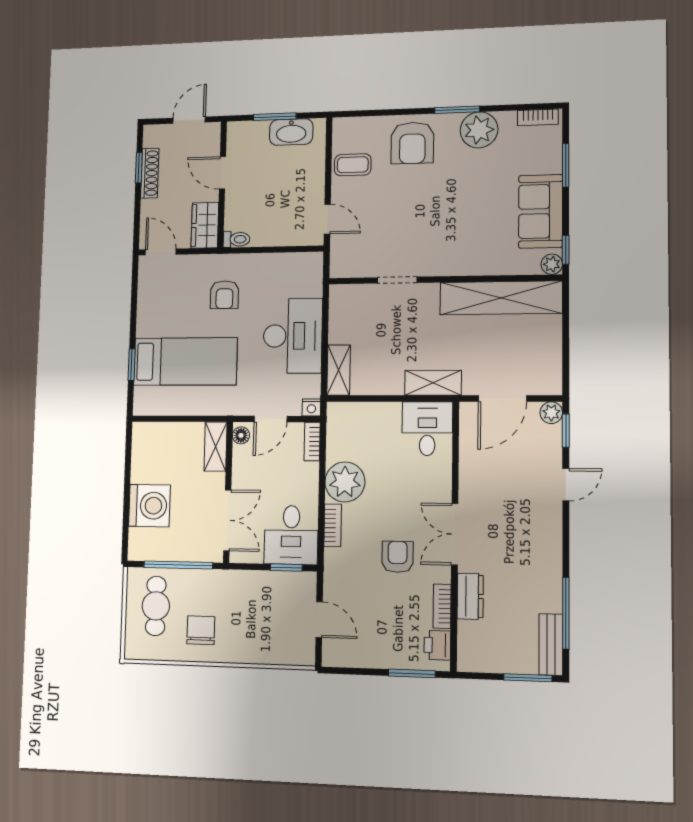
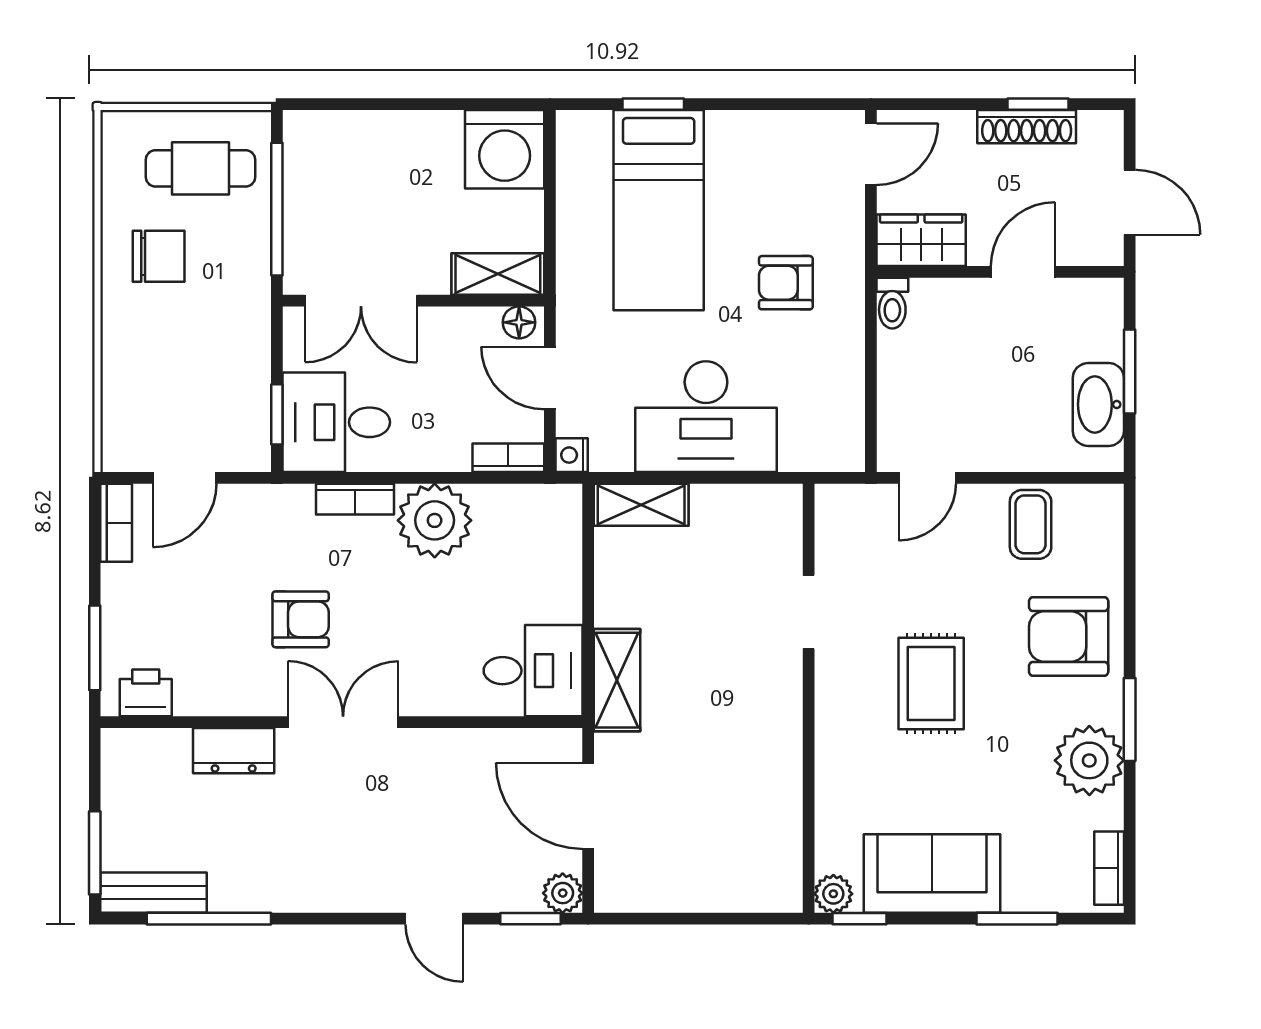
rug: (437, 214) -> (931, 683), added
shelving: (501, 298) -> (773, 802), removed
washing machine: (149, 506) -> (505, 149), moved
bookcase: (442, 606) -> (116, 523), moved, turned 90

